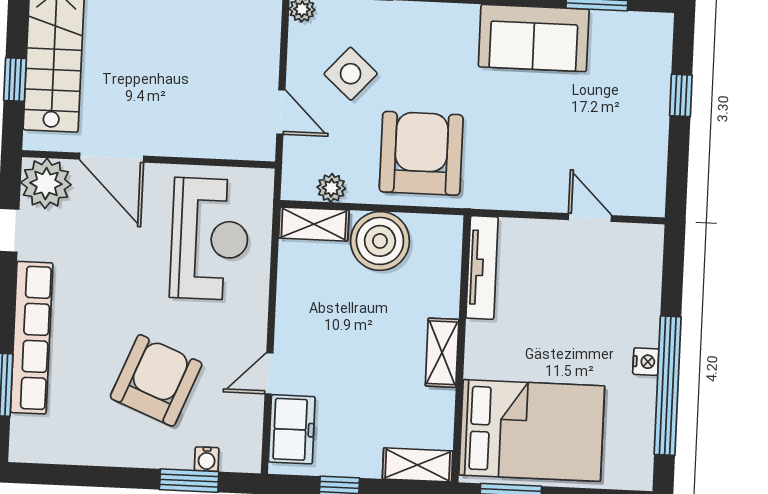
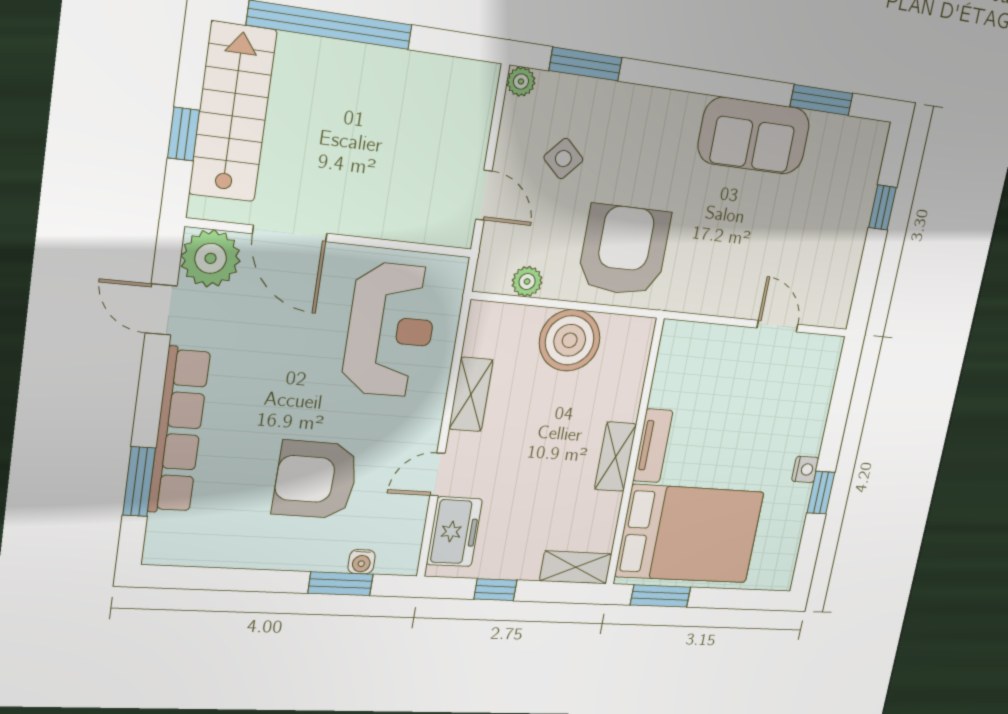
side table: (351, 74) -> (563, 159), width x0.73, depth x0.73
shelving: (314, 224) -> (471, 394), moved, turned 90
tv unit: (482, 268) -> (653, 446), moved, width x0.71
armchair: (156, 380) -> (316, 480), turned -111
window: (668, 386) -> (821, 493), width x0.32

